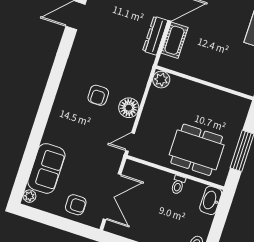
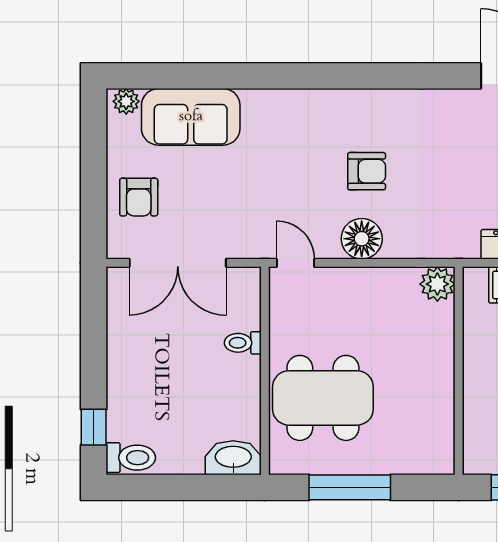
armchair: (98, 95) -> (367, 171), turned 180
dining table: (197, 150) -> (323, 398), turned 90
toilet: (178, 185) -> (243, 343), moved

